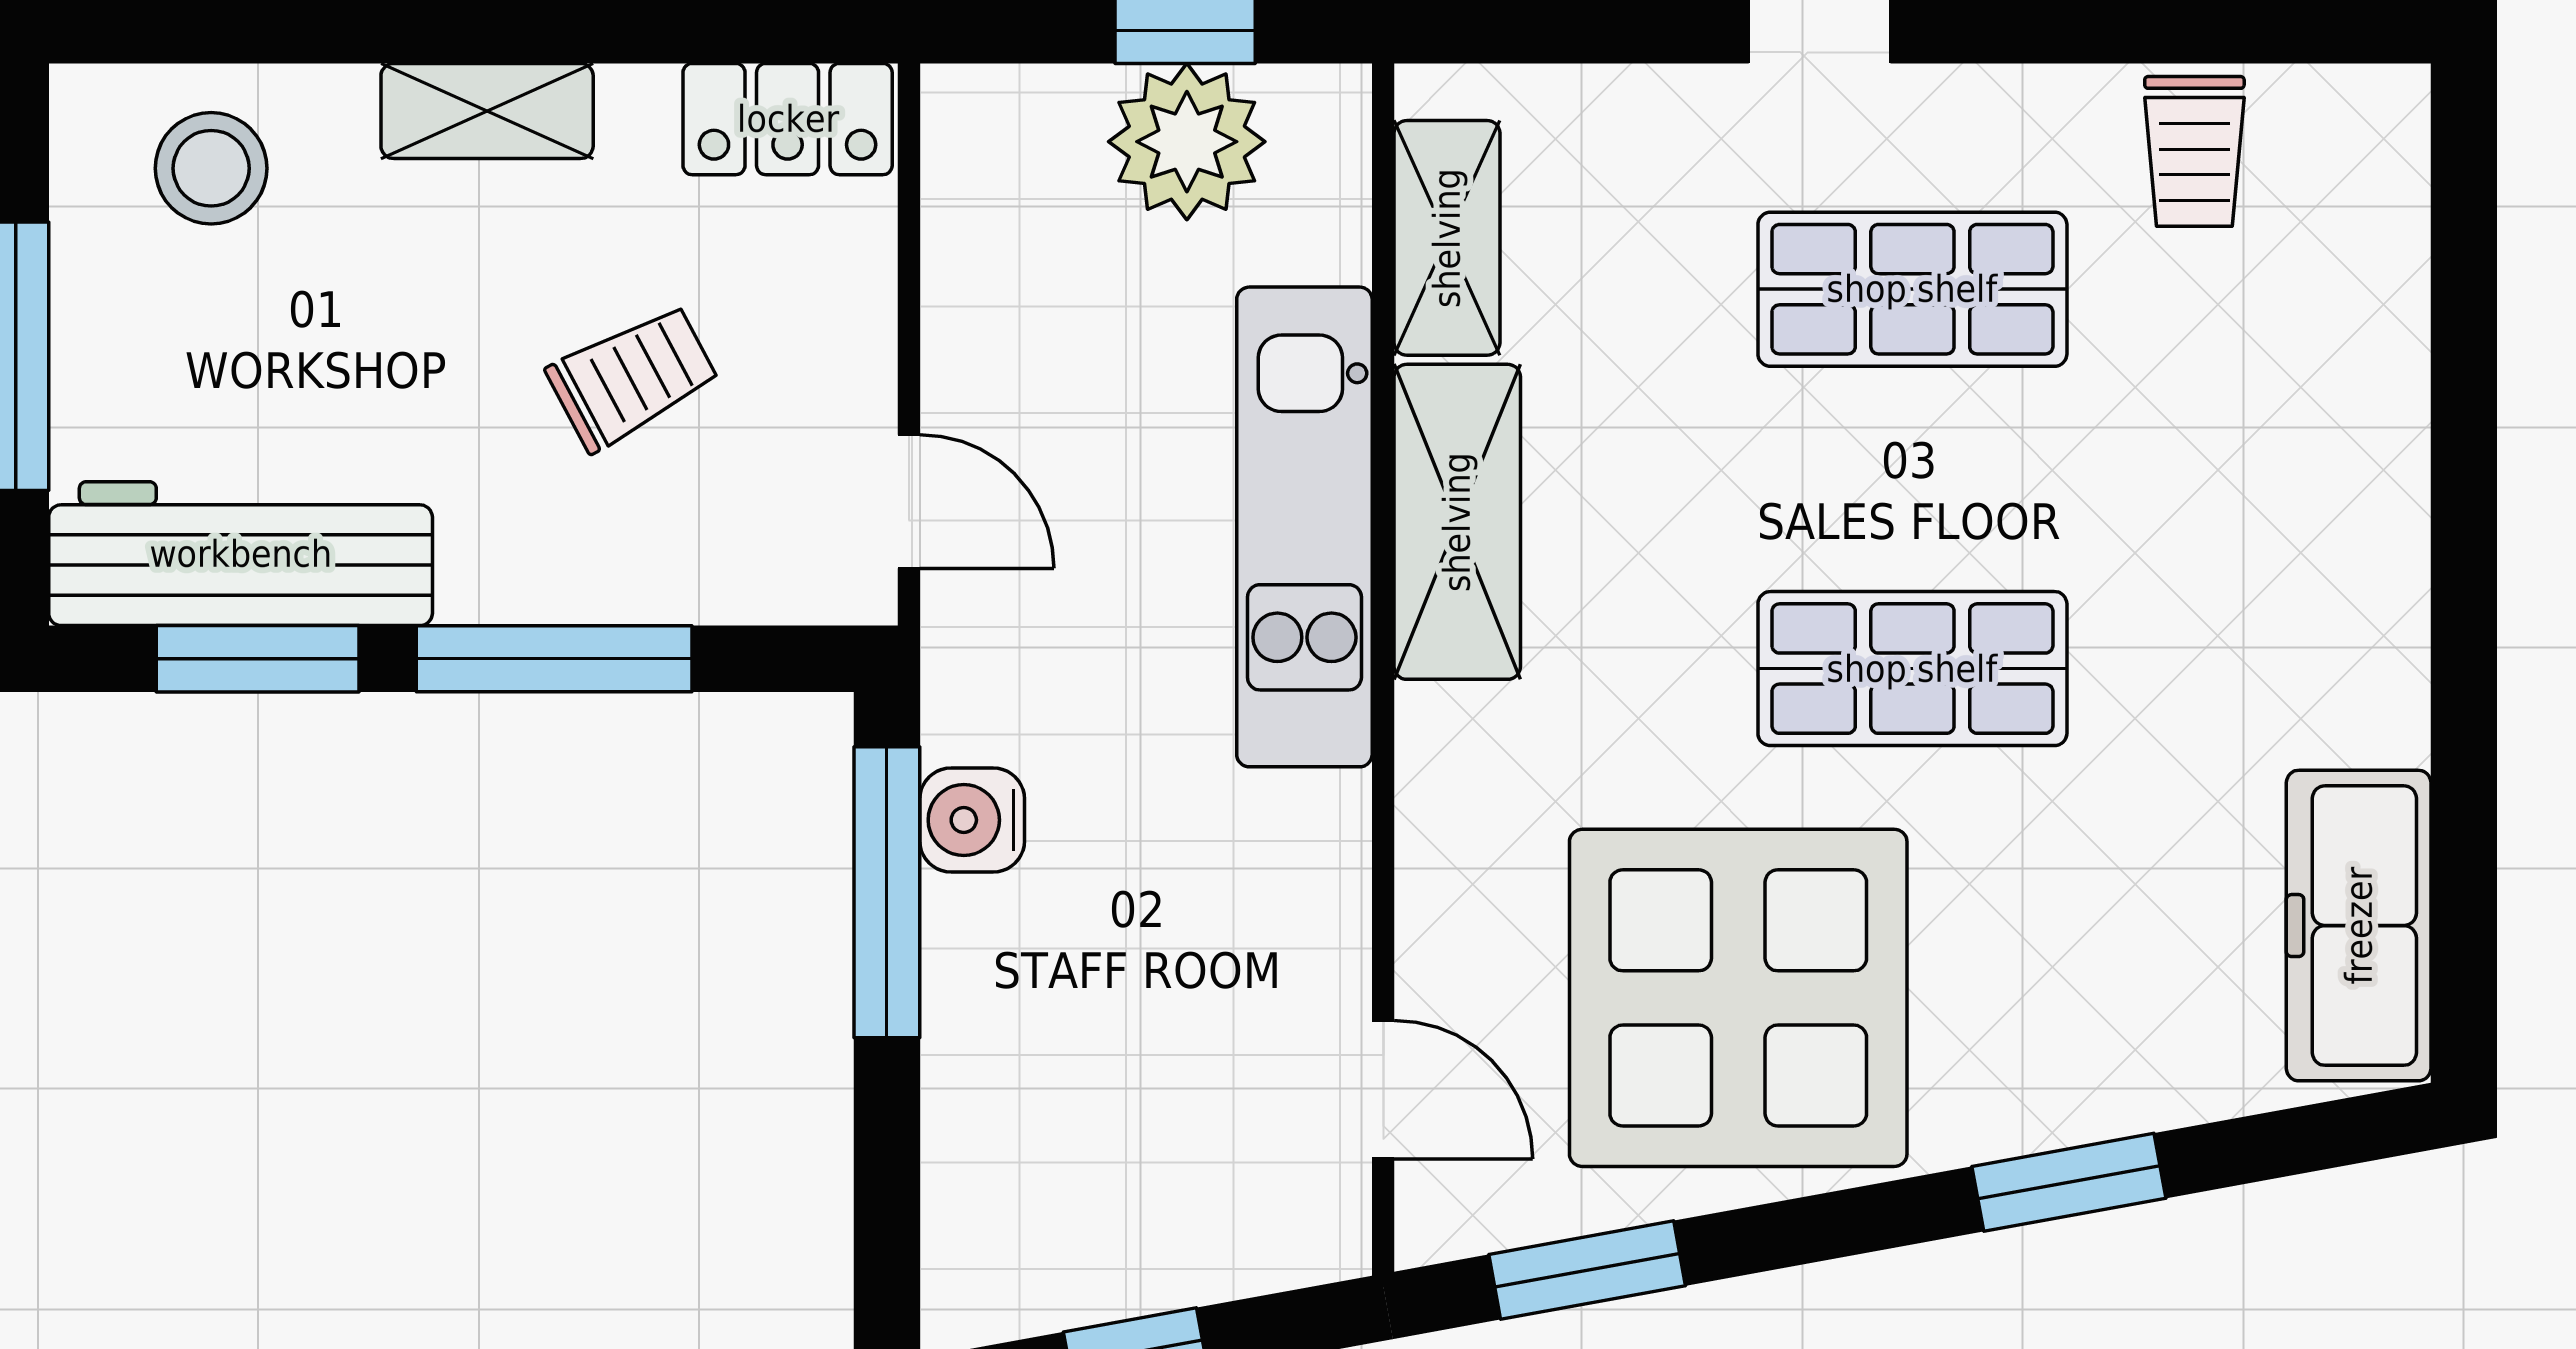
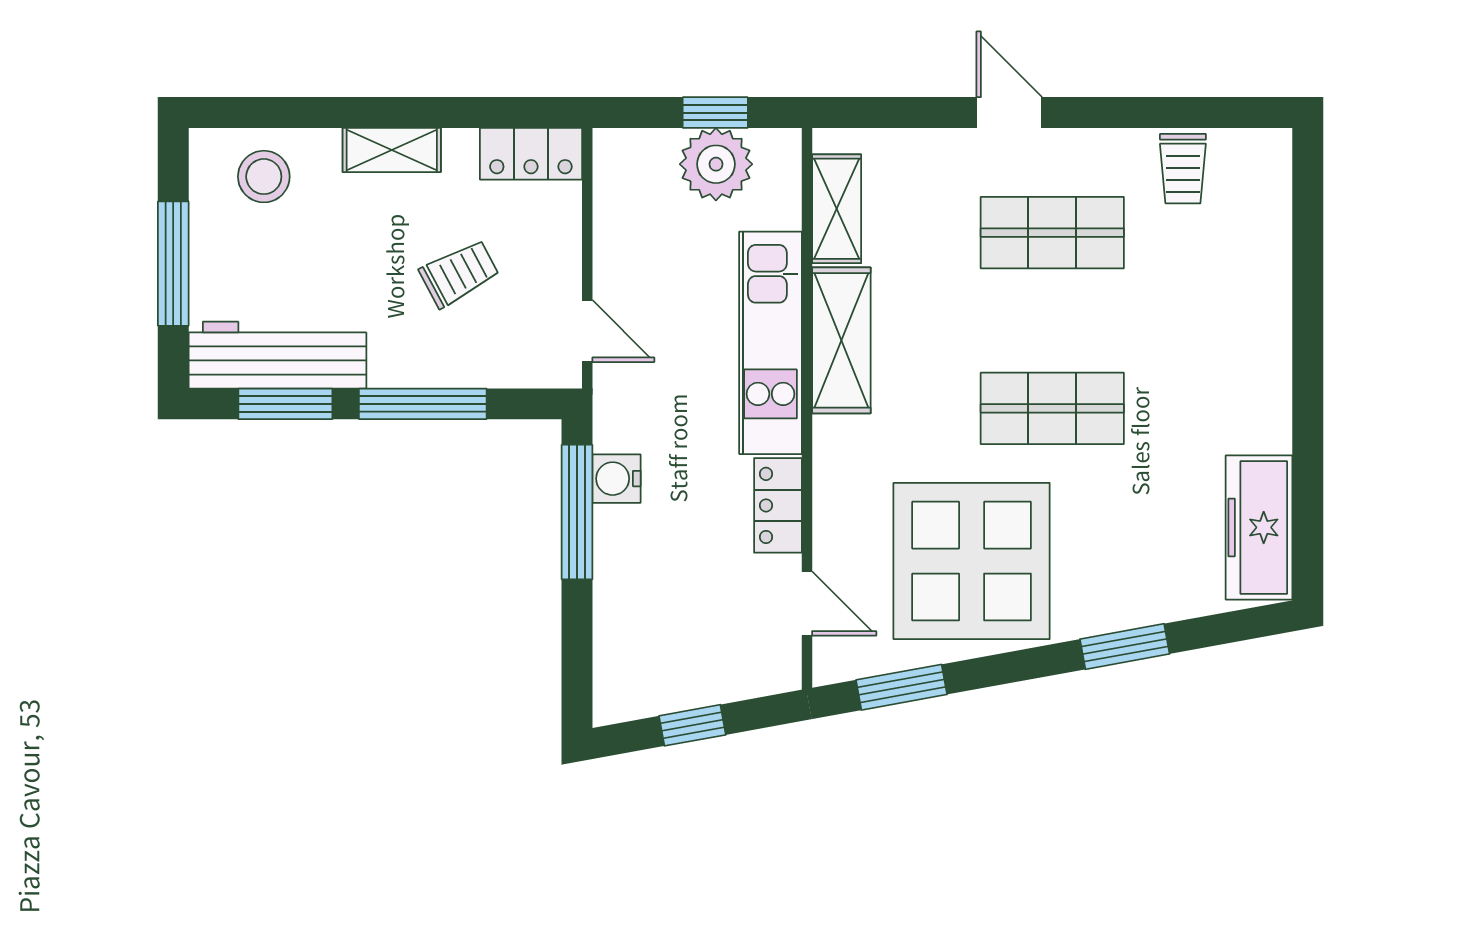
locker: (1320, 878) -> (778, 505), added

